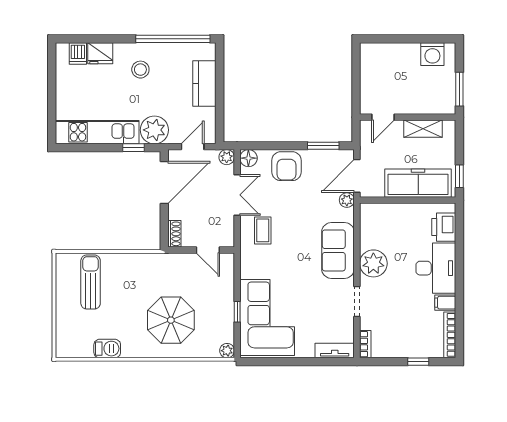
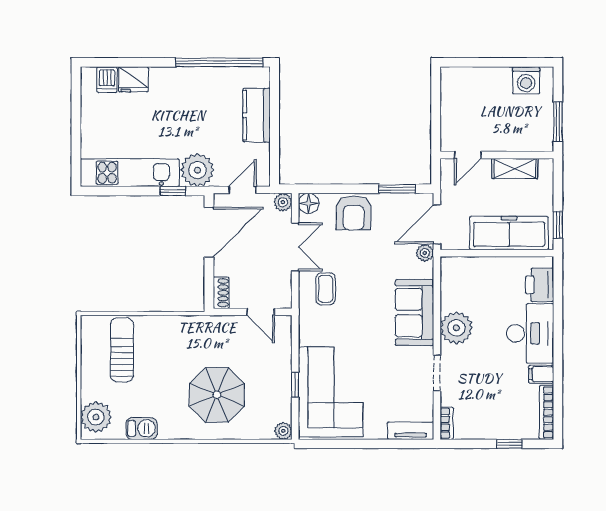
stool: (140, 70) -> (181, 99), removed
plant: (68, 339) -> (96, 417), added

